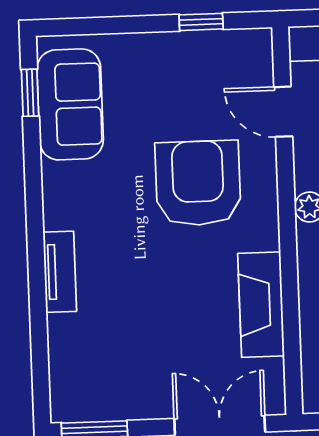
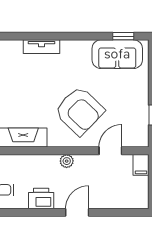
armchair: (198, 183) -> (79, 111), turned 44

